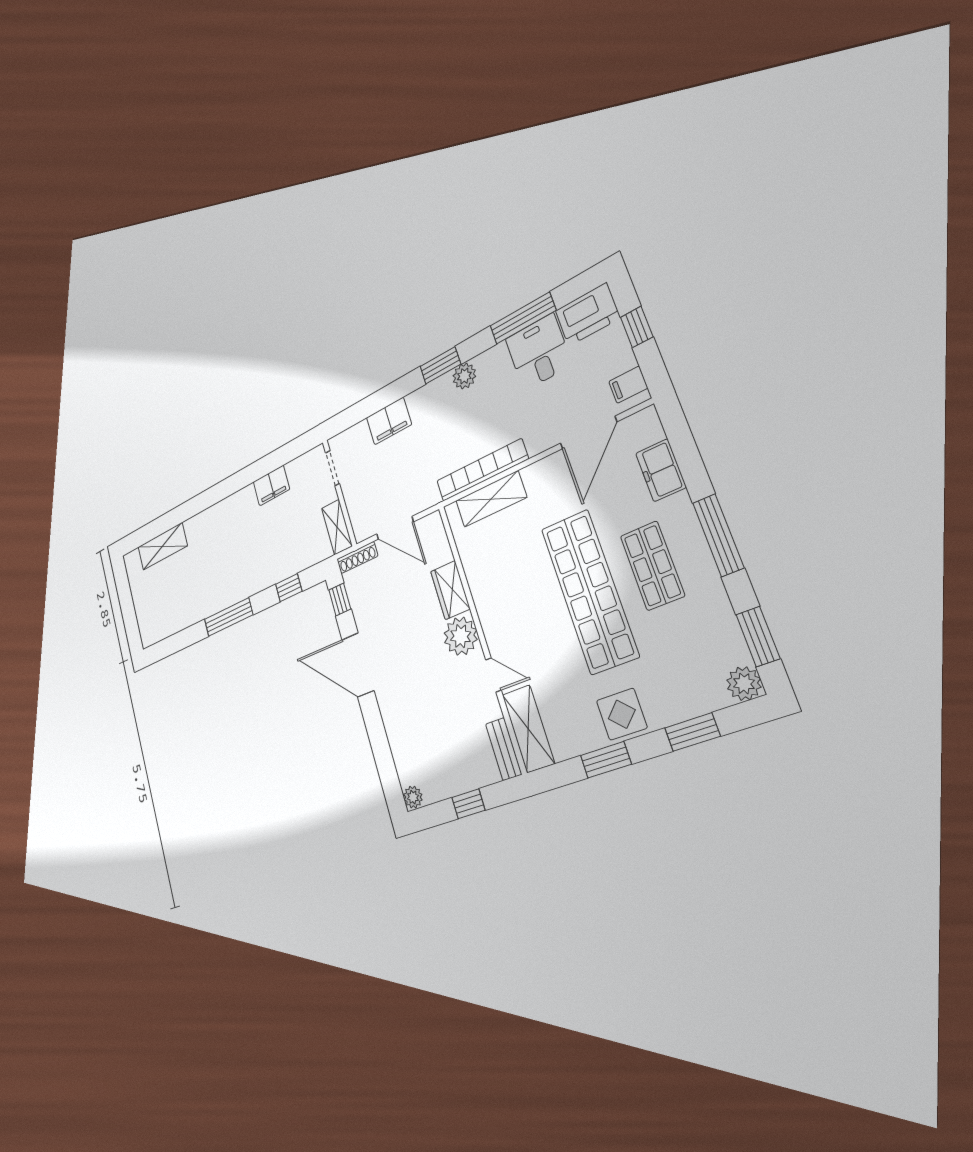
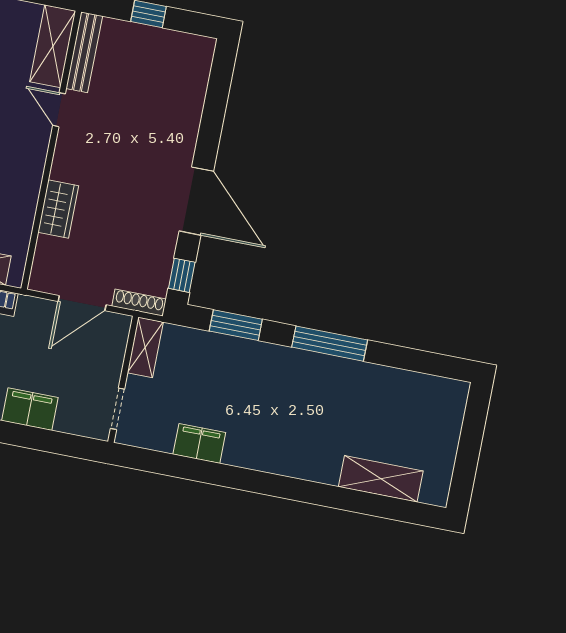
door: (395, 528) -> (82, 303), swing flipped
window: (289, 588) -> (236, 325), width x1.50
plant: (461, 636) -> (72, 162), removed
bench: (504, 749) -> (84, 52), width x1.36
plant: (413, 797) -> (204, 49), removed

